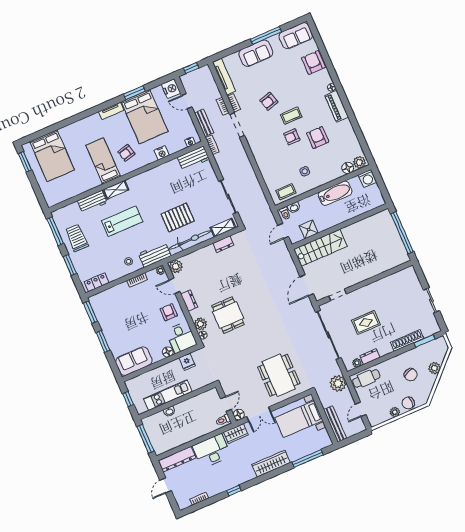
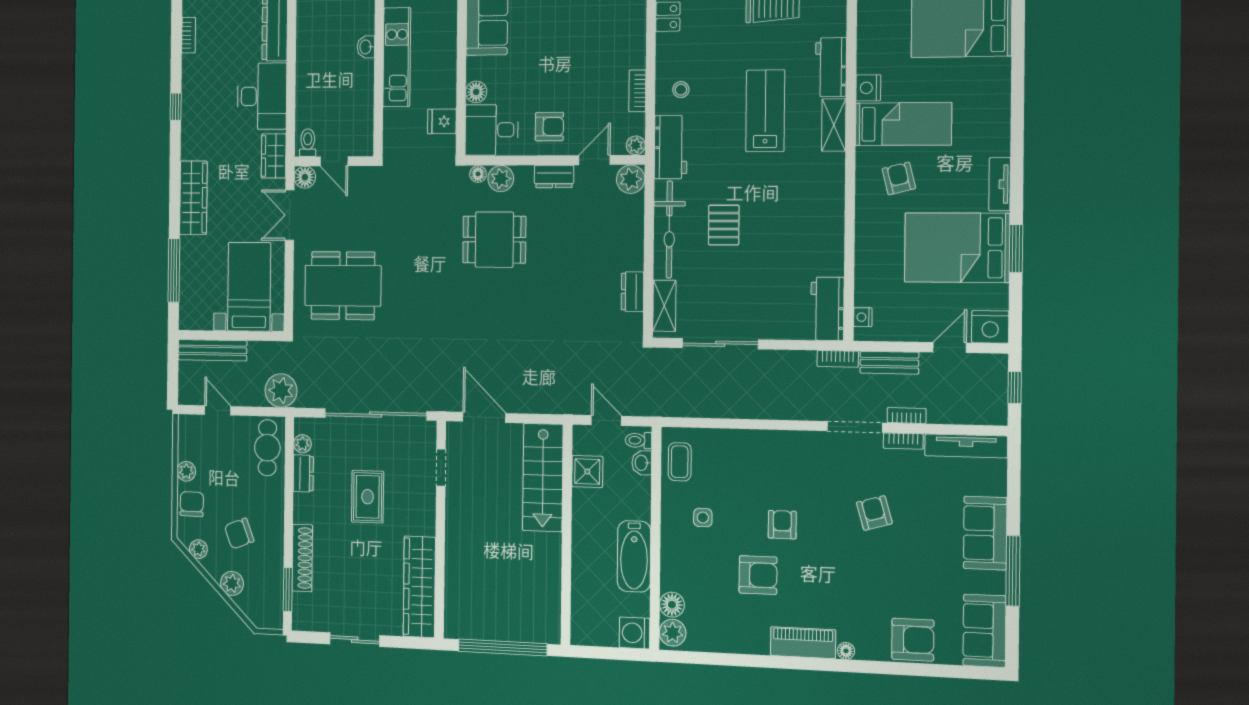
coffee table: (291, 116) -> (825, 544), removed
nightstand: (162, 153) -> (868, 88), moved
pallet: (178, 217) -> (724, 225), width x0.67, depth x0.71
lab bench: (122, 221) -> (765, 111), turned 180
wardrobe: (394, 281) -> (419, 587), added
plant: (427, 391) -> (198, 549), added

